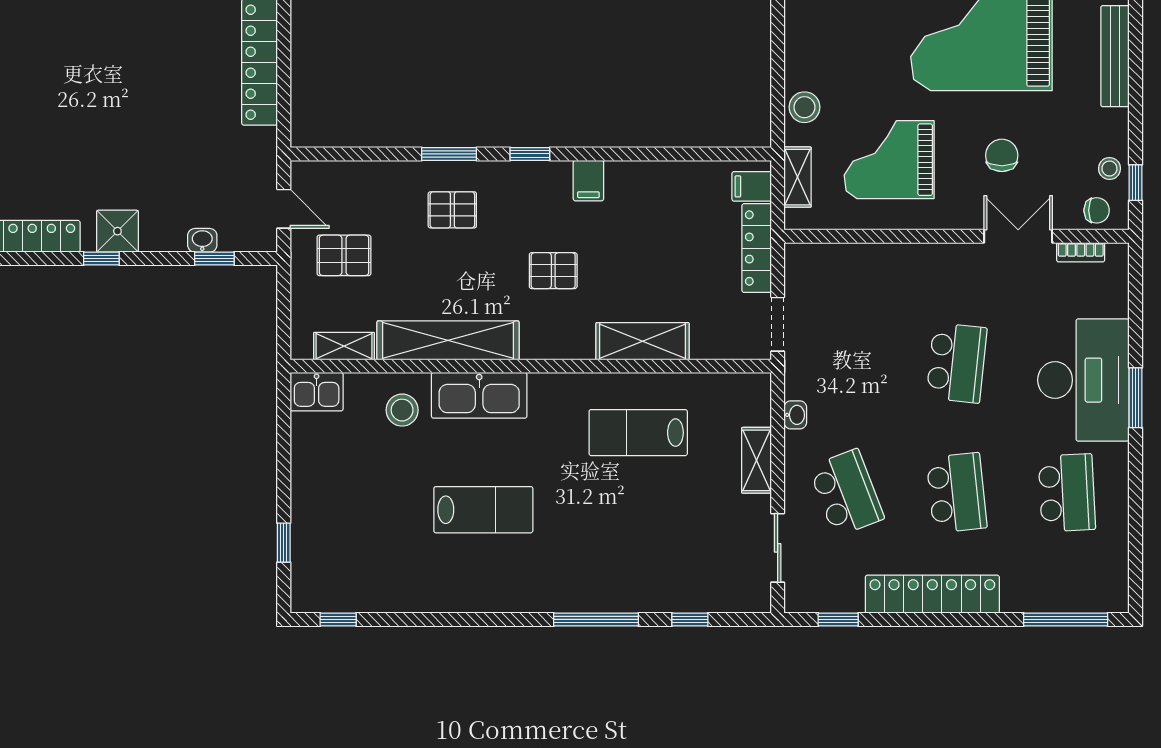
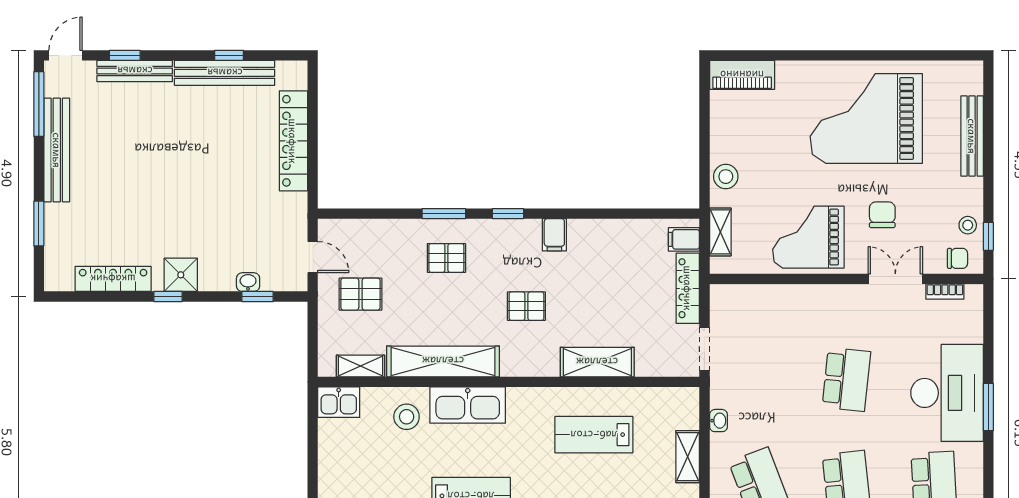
grand piano: (889, 160) -> (808, 237), moved

